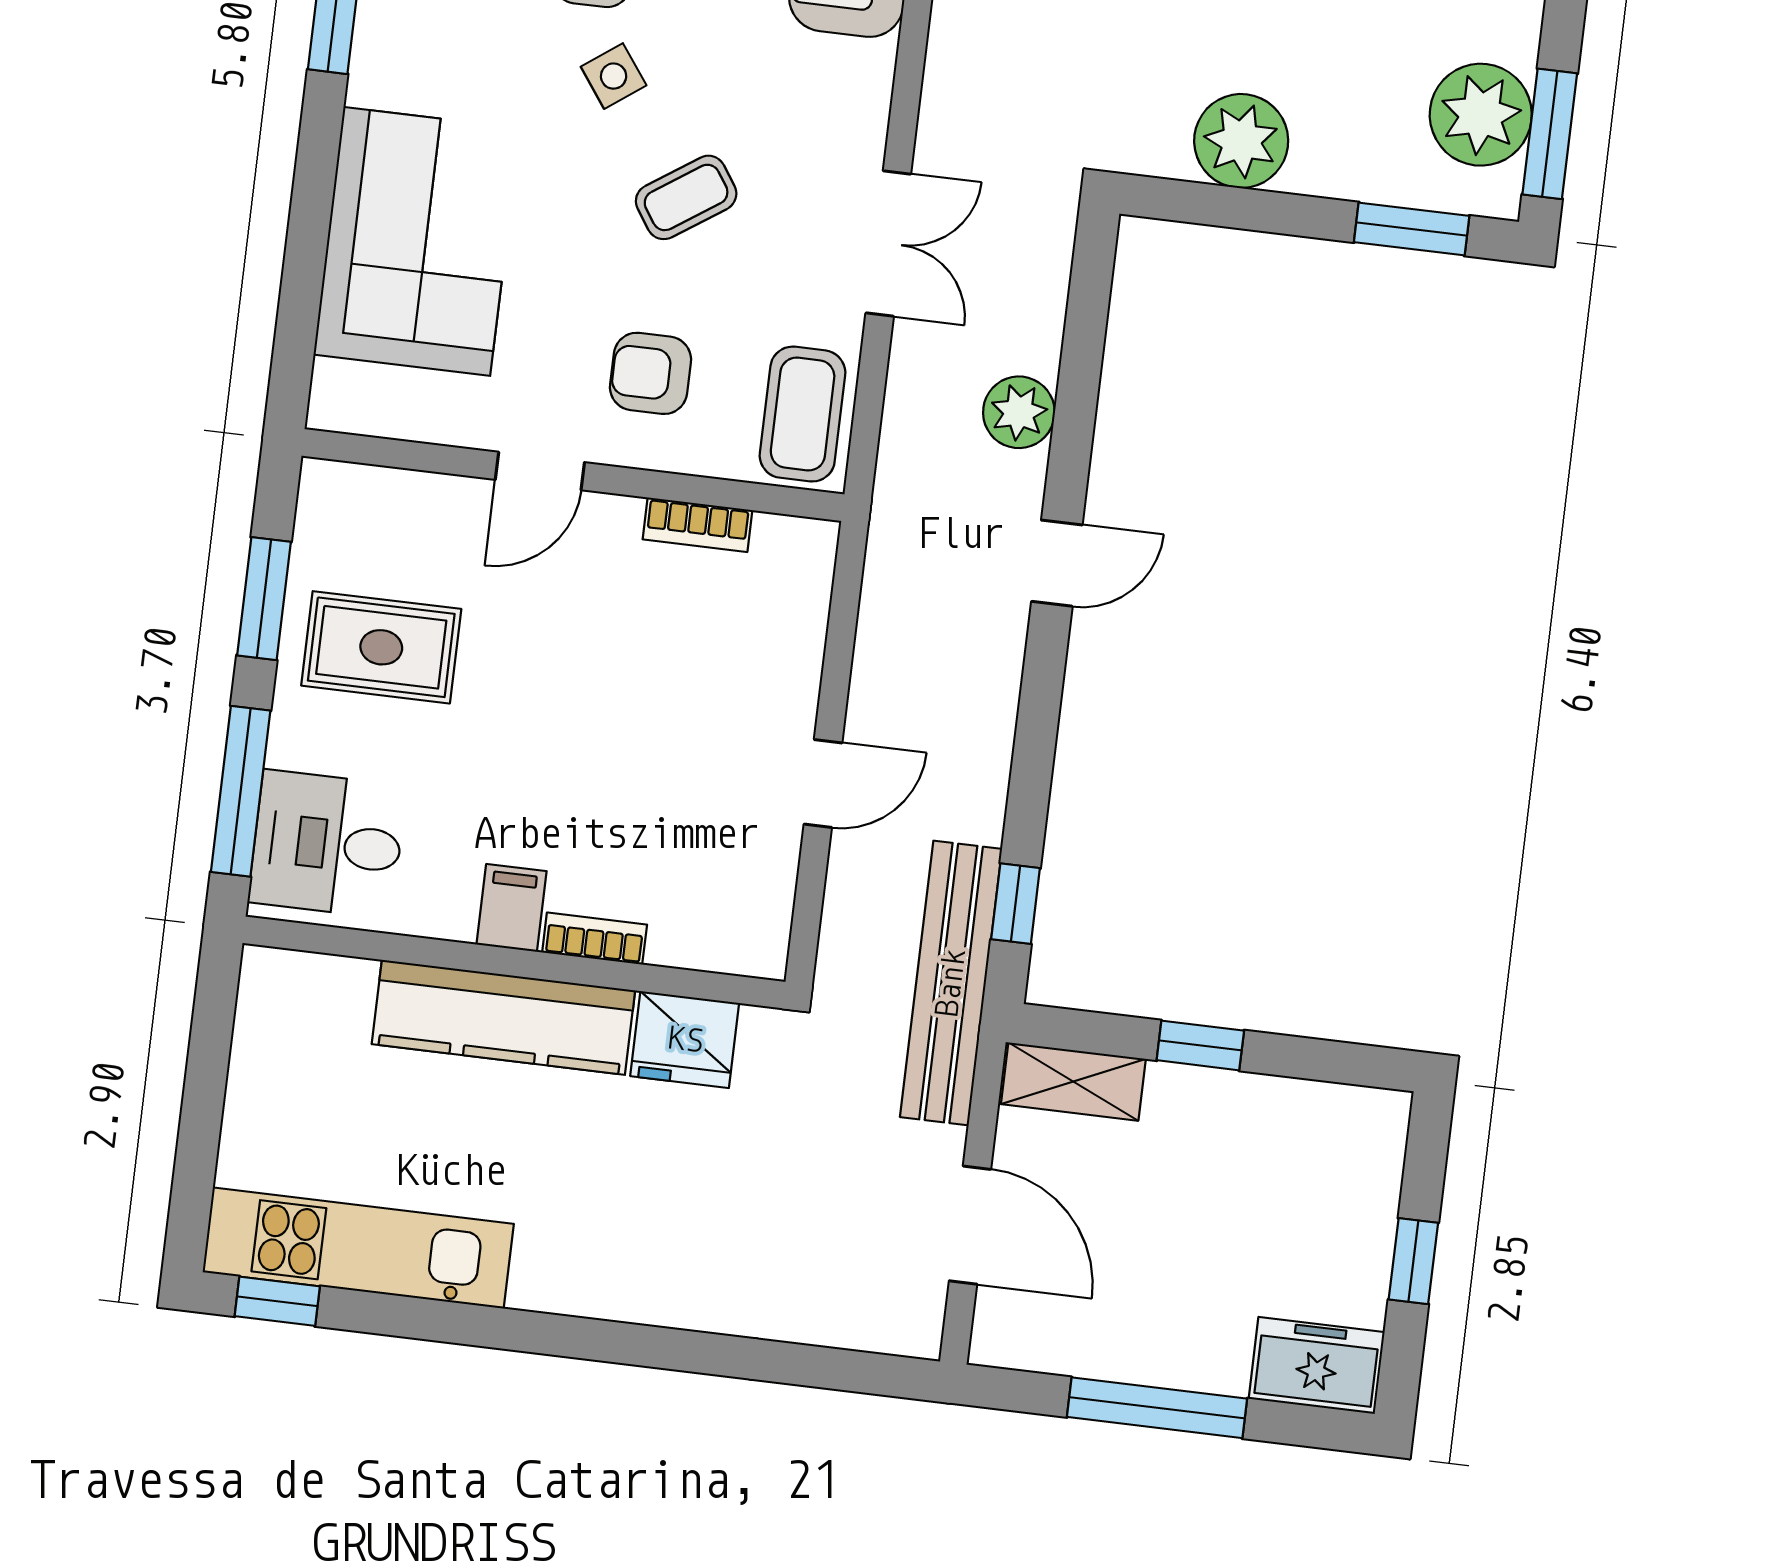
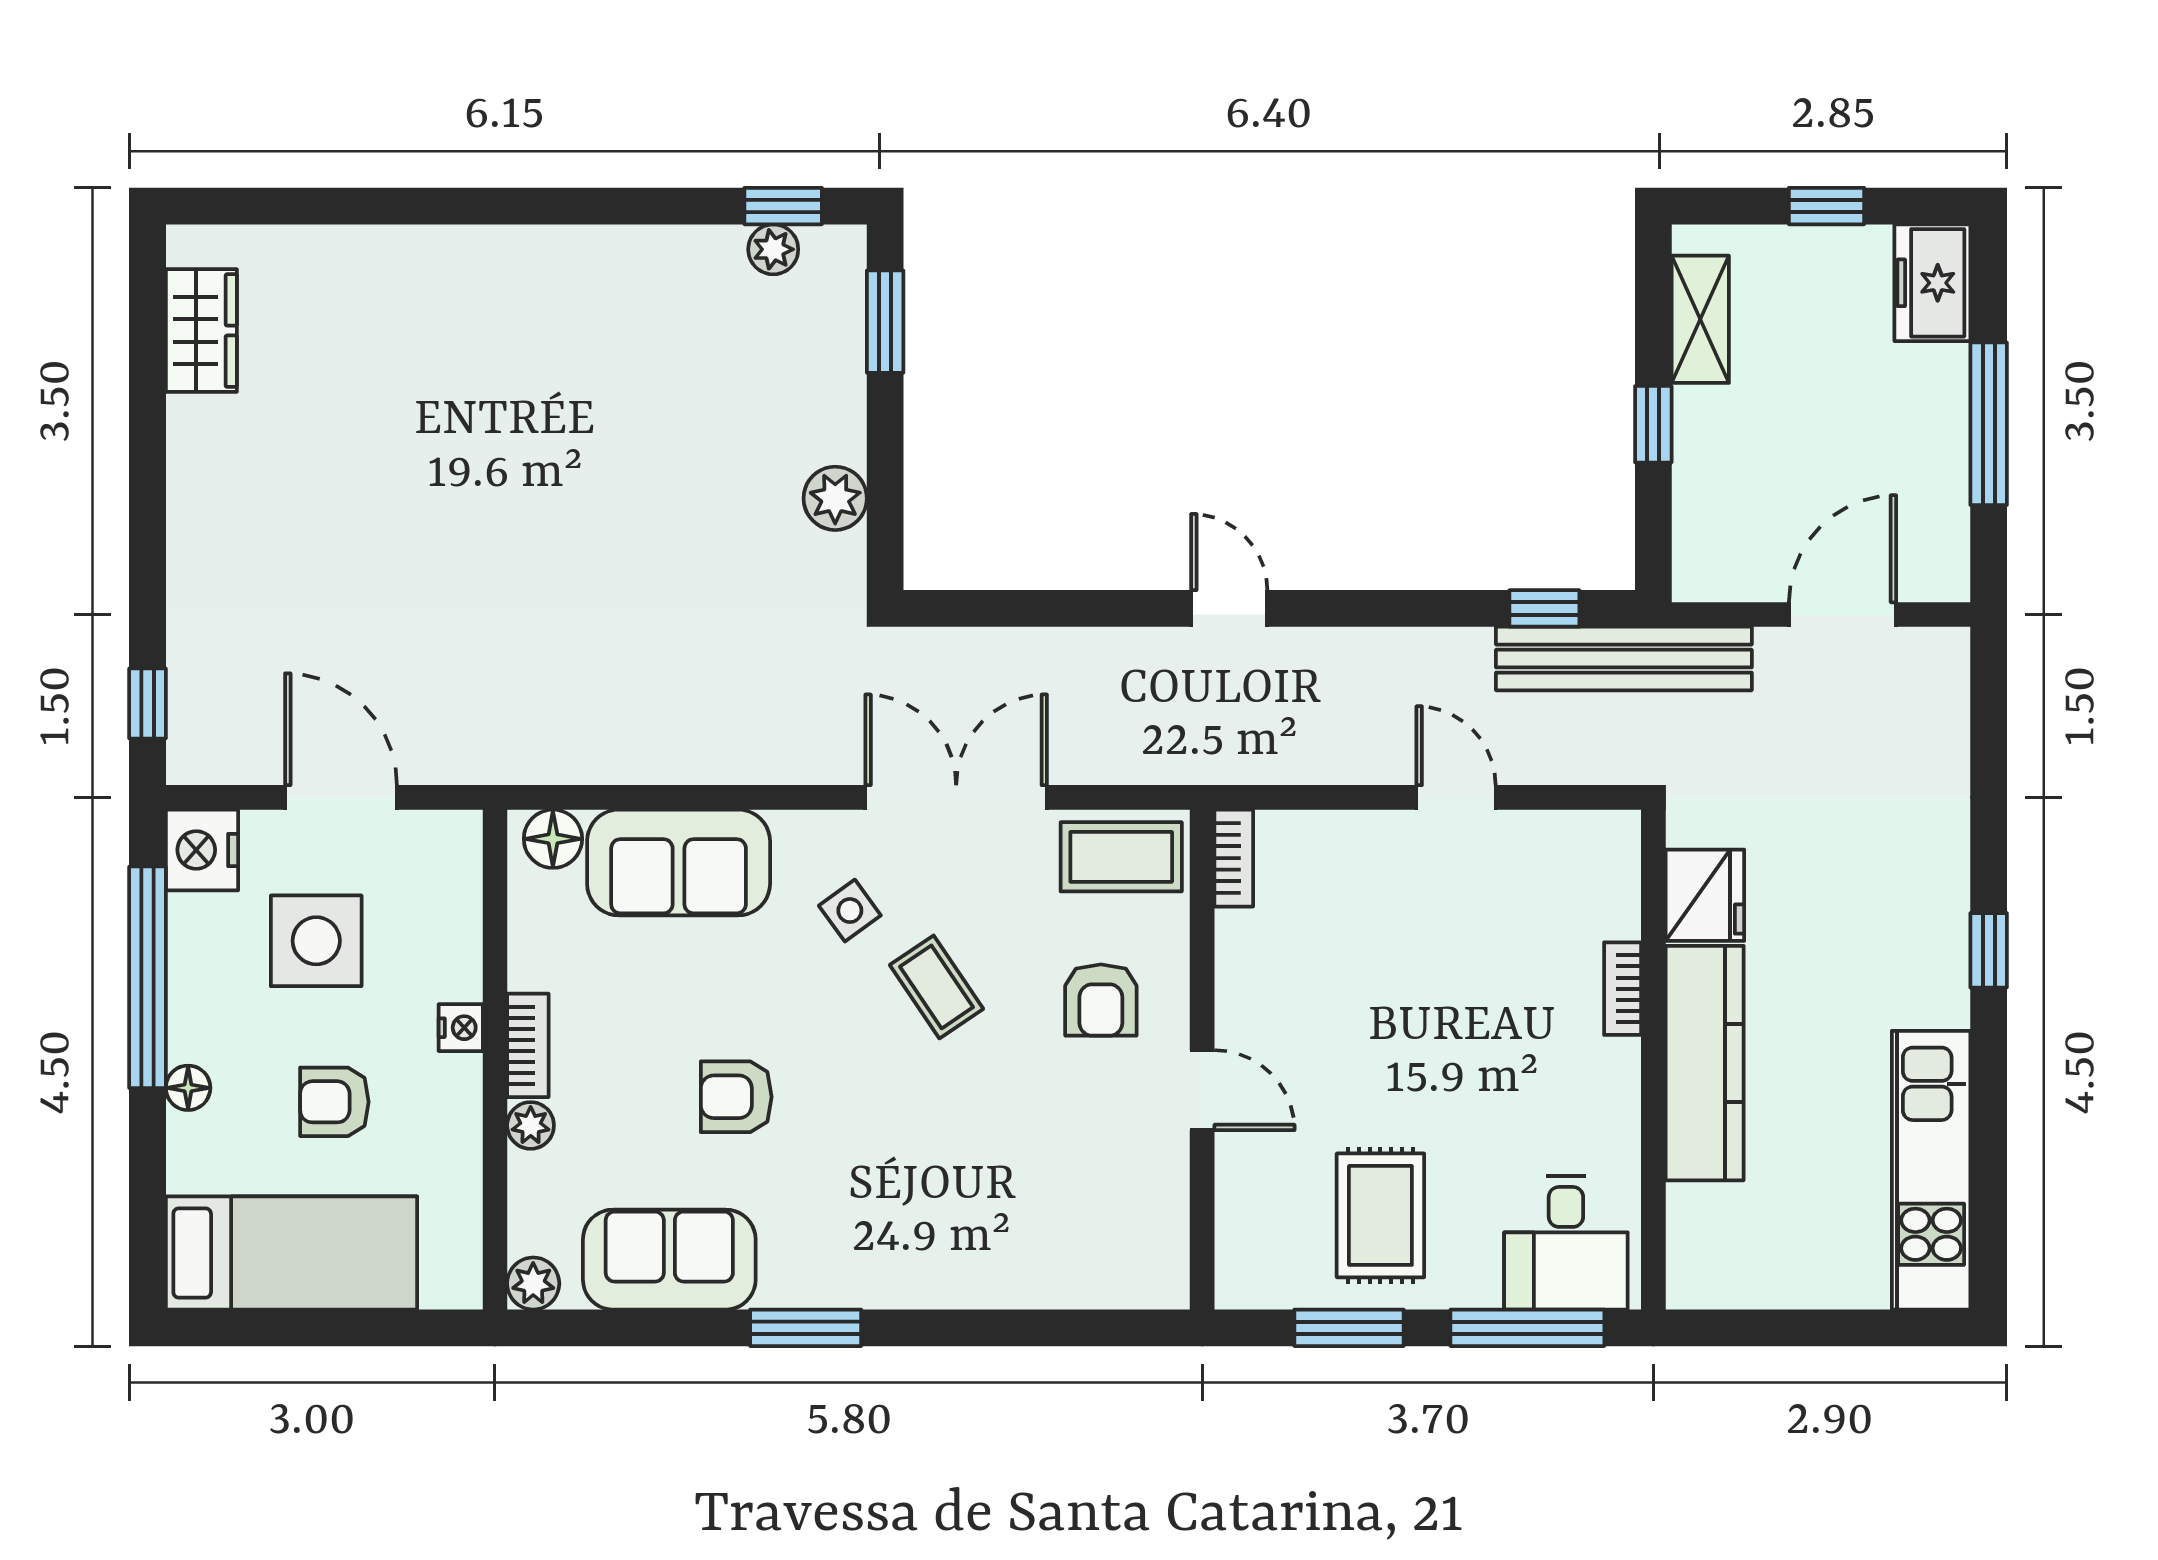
side table: (614, 76) -> (850, 911), moved
plant: (1481, 115) -> (773, 249), width x0.53, depth x0.53
window: (1550, 134) -> (783, 206), width x0.67
plant: (1241, 141) -> (835, 498), width x0.73, depth x0.73
corner sofa: (417, 241) -> (1006, 1228), removed
double door: (888, 244) -> (956, 797), width x1.37
plant: (1019, 412) -> (1096, 660), removed
bookcase: (697, 525) -> (1234, 858), moved
filing cabinet: (512, 908) -> (1604, 1068), removed
shelving: (1073, 1082) -> (1700, 319), moved
window: (277, 1301) -> (1989, 950), moved

